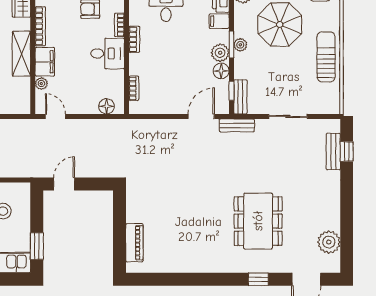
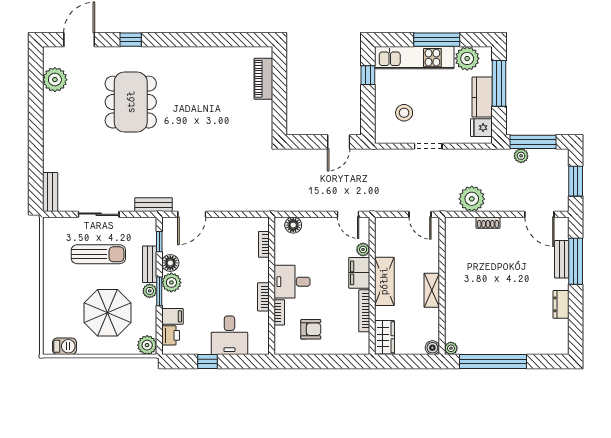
sun lounger: (326, 57) -> (98, 254), moved, turned -90
bench: (240, 97) -> (150, 264), moved
window: (347, 151) -> (36, 177), removed
bench: (333, 152) -> (50, 192), moved
window: (37, 246) -> (368, 75), width x0.67

